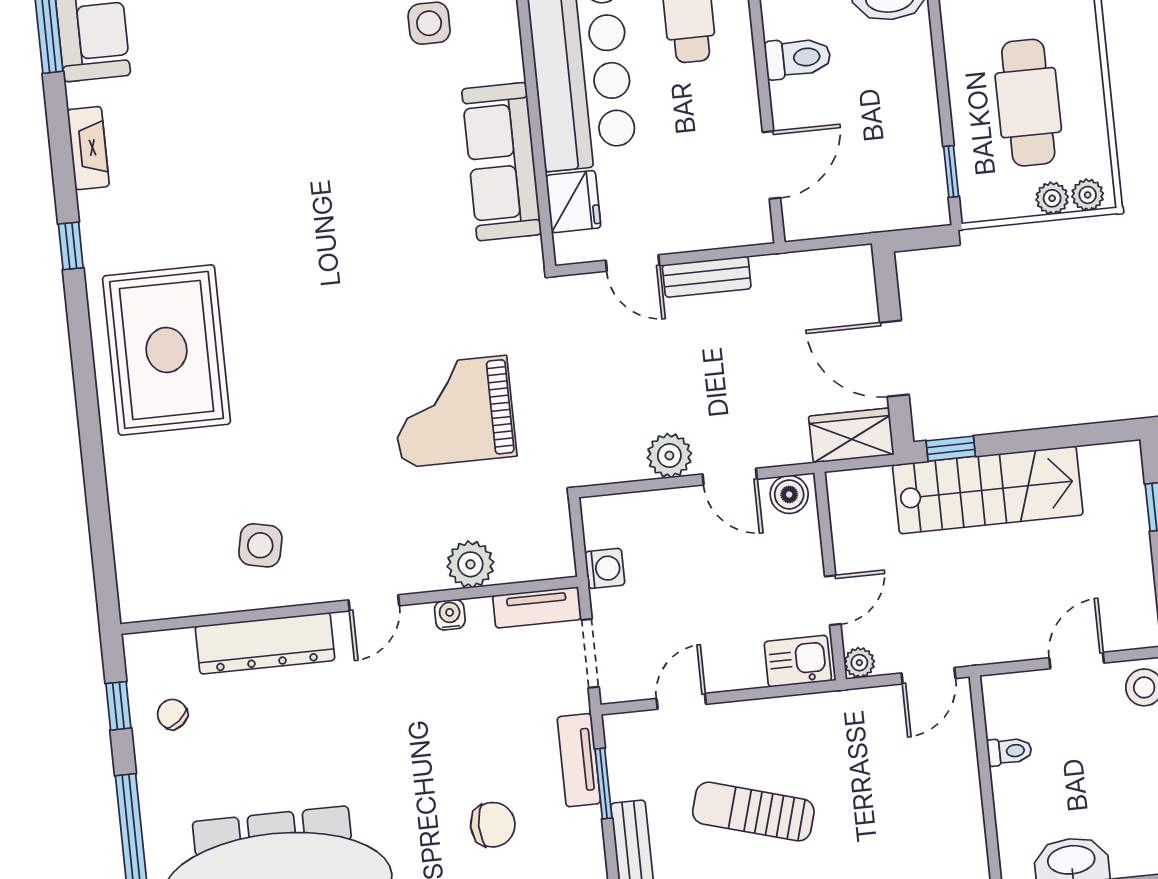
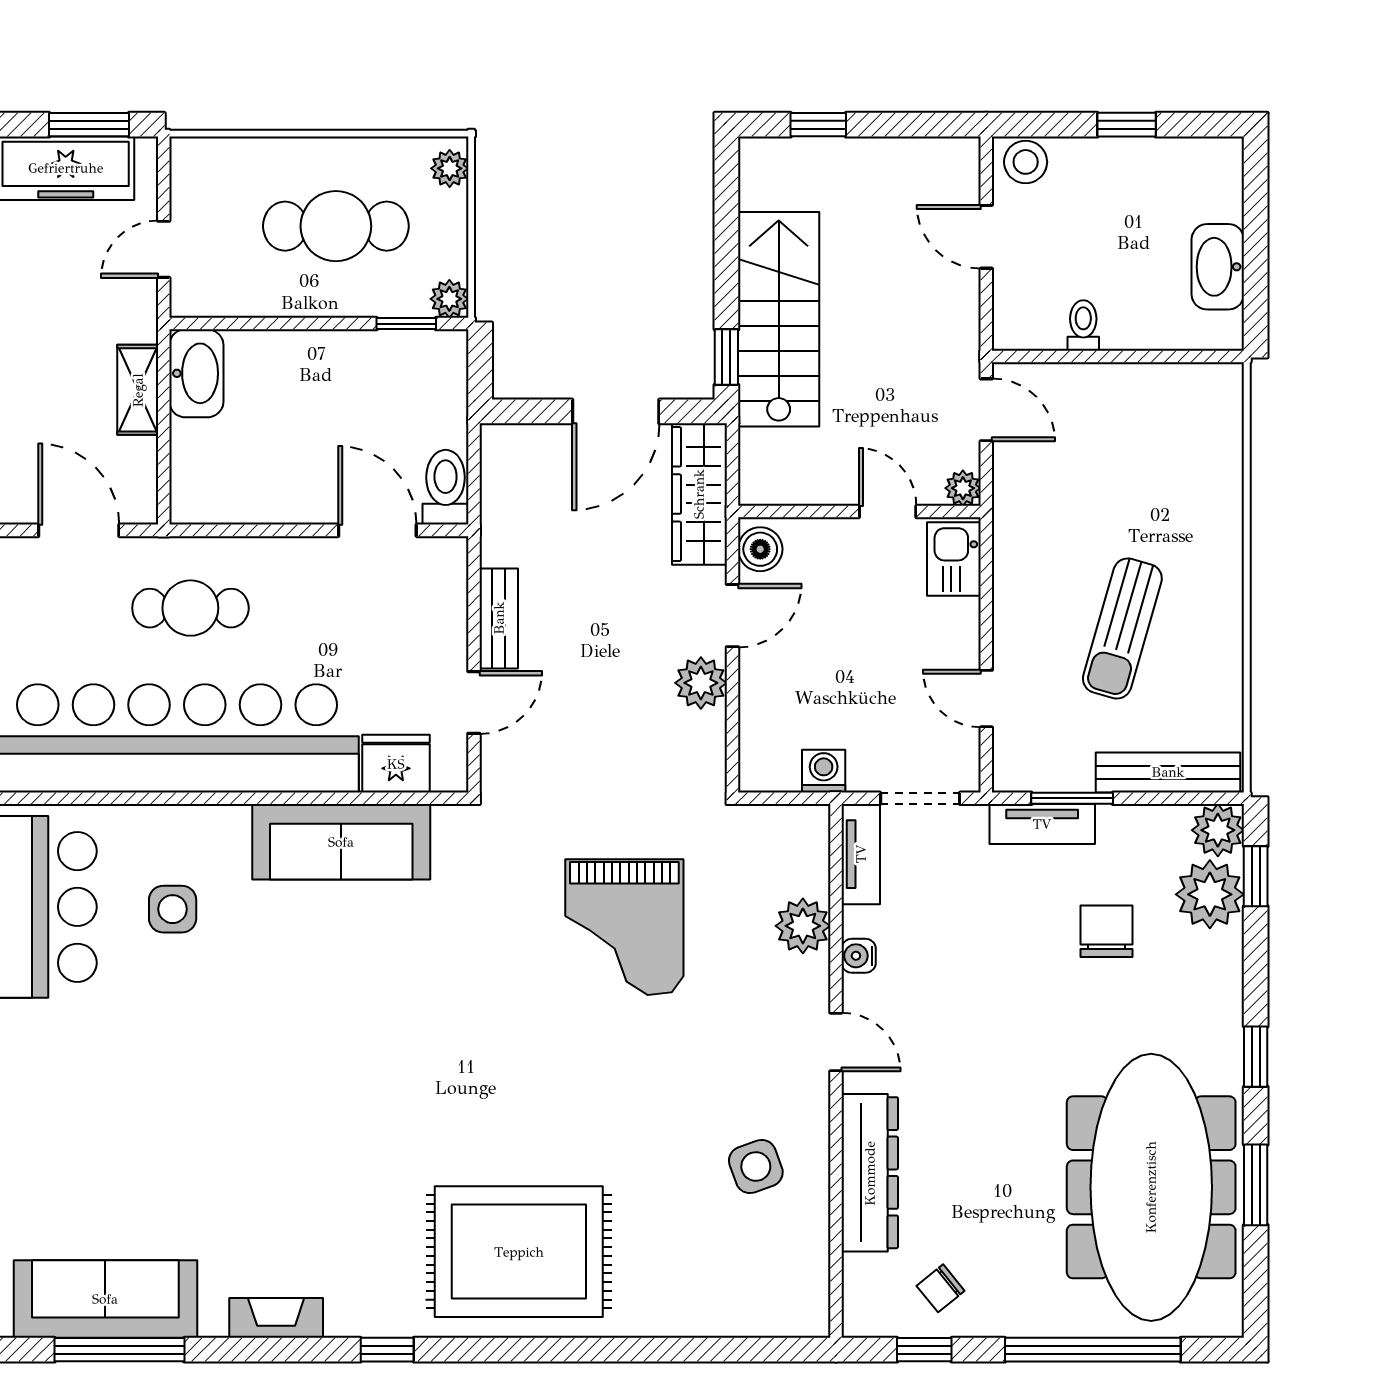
toilet: (798, 58) -> (446, 487), moved
plant: (1052, 198) -> (449, 299), moved
wardrobe: (851, 435) -> (699, 494), width x1.50
side table: (260, 545) -> (756, 1166), turned -32

